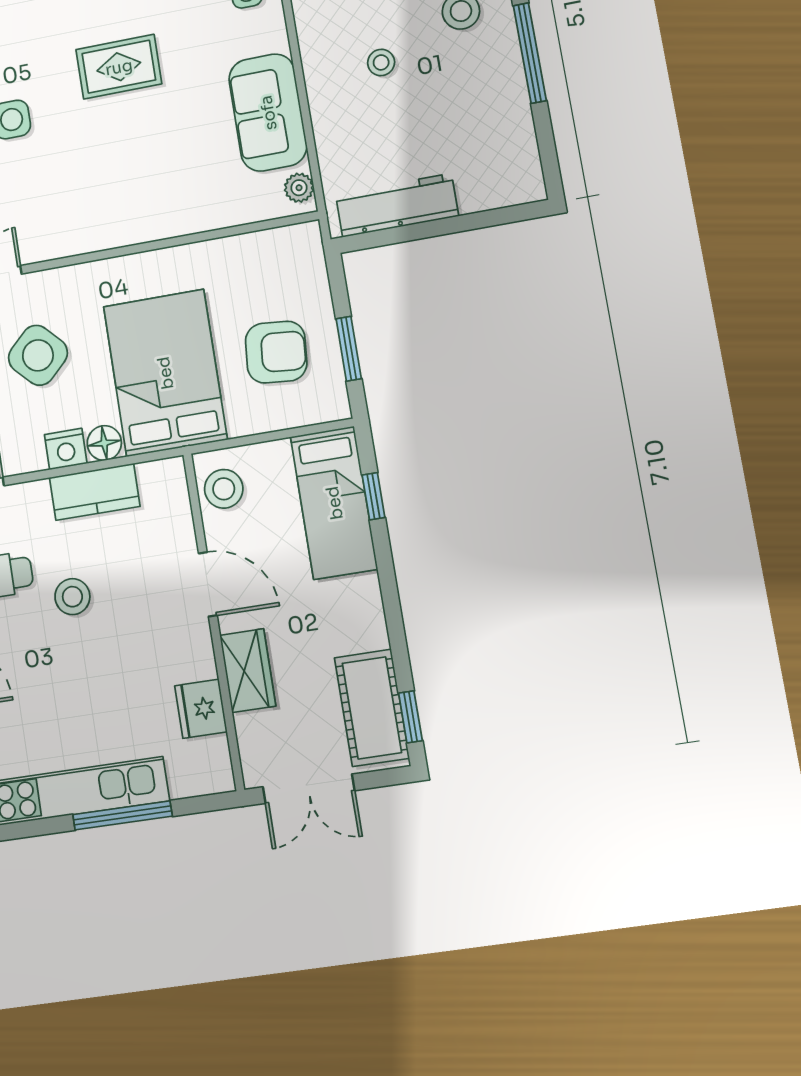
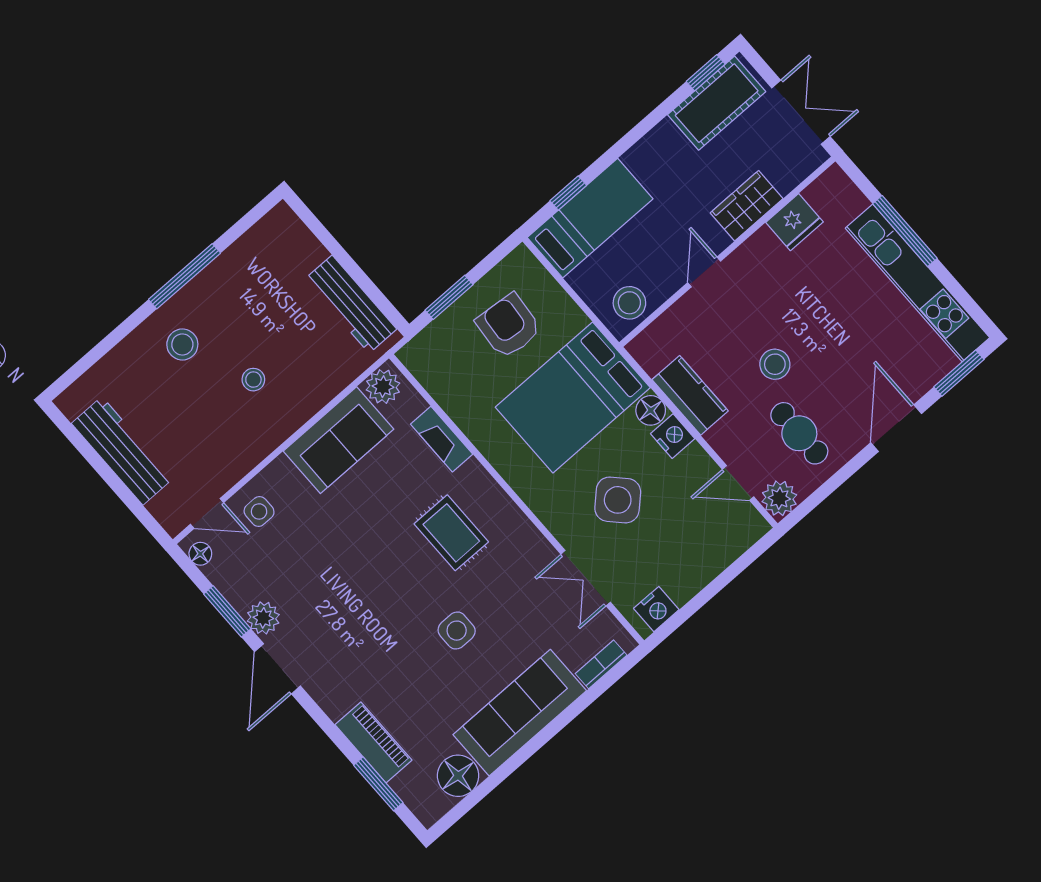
rug: (119, 67) -> (451, 533), moved
plant: (299, 188) -> (383, 387), width x1.38, depth x1.38
fireplace: (205, 216) -> (442, 439), added
window: (349, 349) -> (449, 297), moved
door: (208, 584) -> (704, 272), width x0.73

